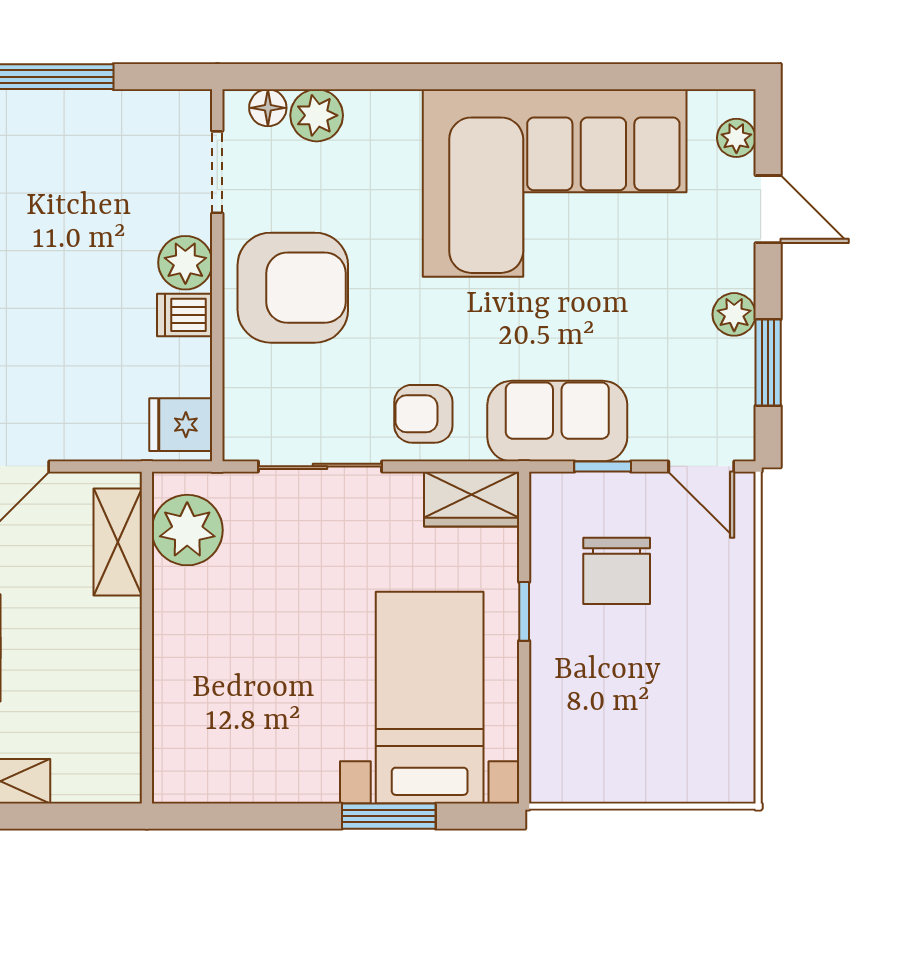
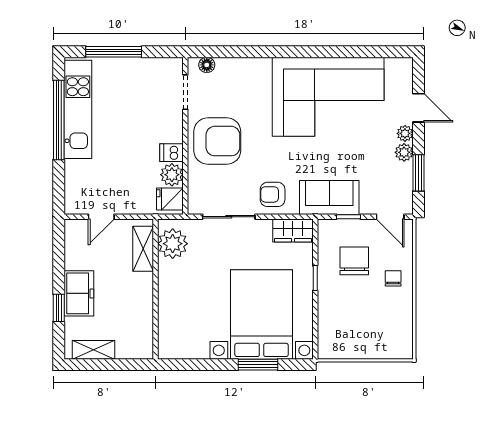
plant: (317, 115) -> (227, 68), removed
plant: (736, 138) -> (405, 133), moved
plant: (185, 263) -> (172, 175), moved
chair: (617, 571) -> (354, 261), turned 180
chair: (708, 612) -> (393, 278), added
bed with nightstands: (430, 698) -> (262, 315), width x1.36

